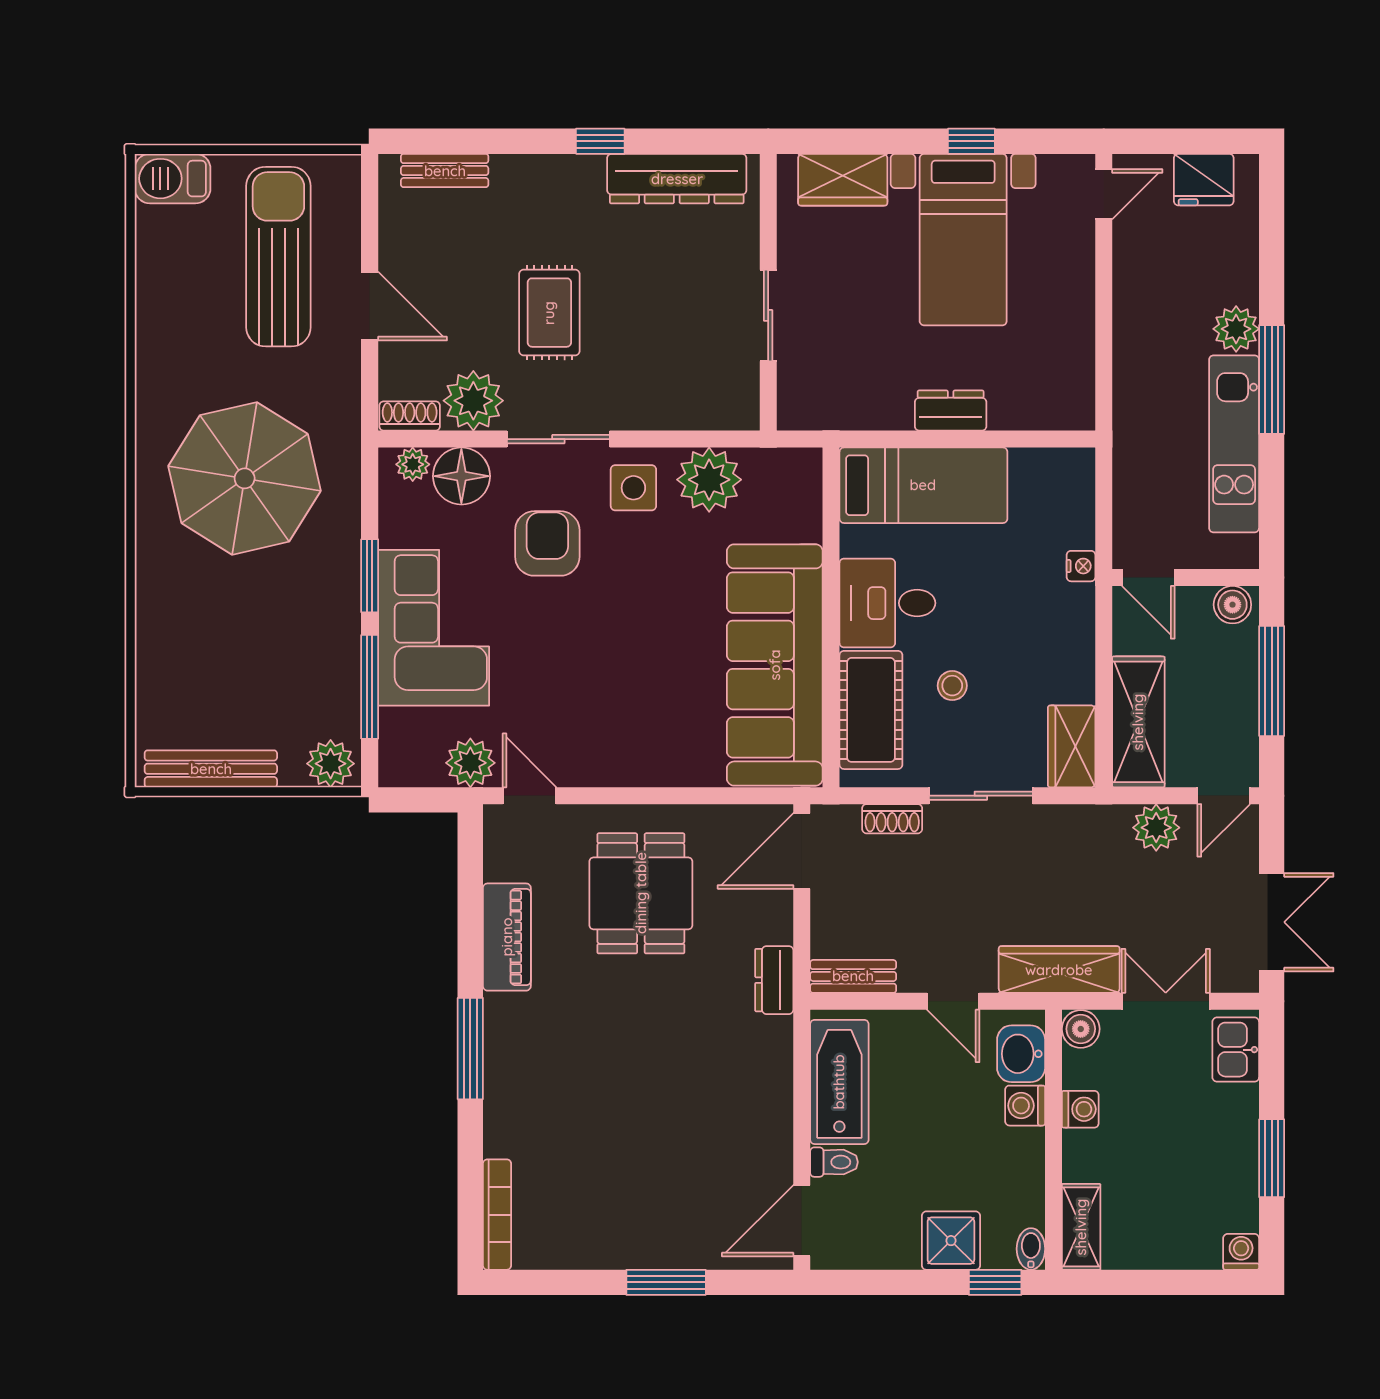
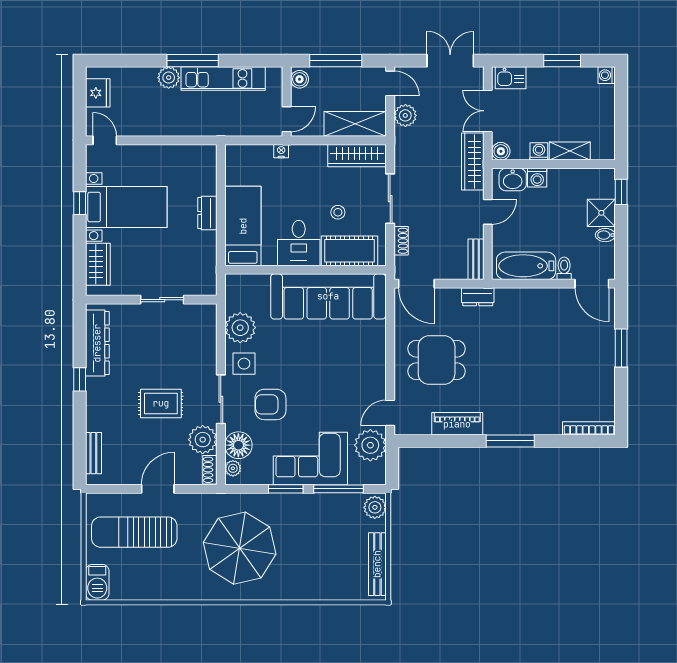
wardrobe: (1072, 746) -> (357, 156), width x1.50
plant: (470, 763) -> (370, 445), width x1.36, depth x1.36
shelving: (1081, 1227) -> (570, 151), moved
bidet: (1031, 1249) -> (605, 235), moved

